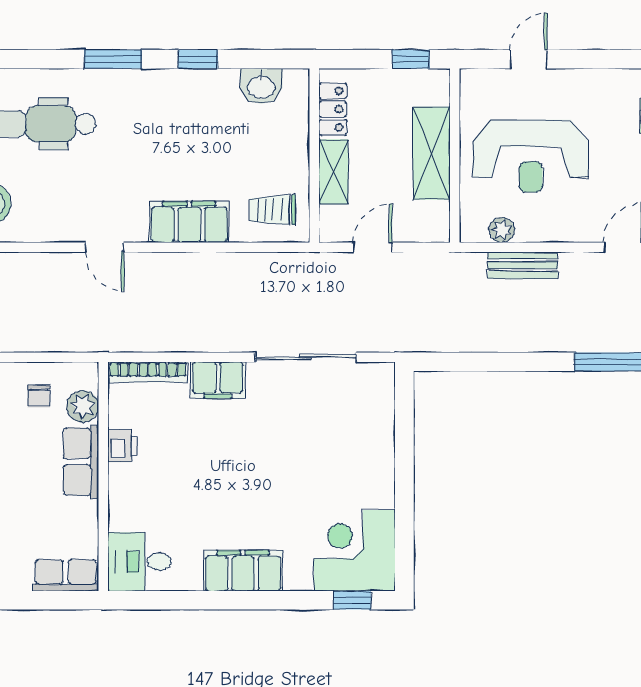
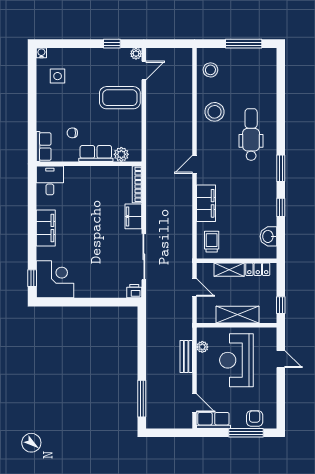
chair: (39, 396) -> (72, 133), moved
printer: (123, 446) -> (134, 291), moved, turned 180

